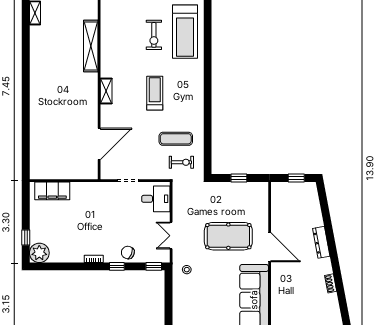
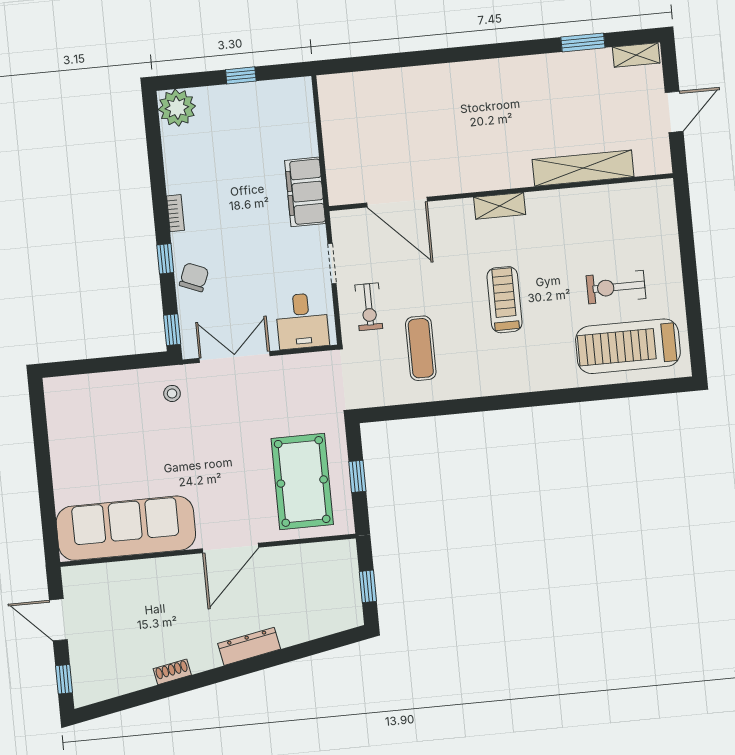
window: (26, 40) -> (583, 42), added
treadmill: (155, 93) -> (505, 300), turned -90
exercise bike: (181, 162) -> (369, 307), moved
filing cabinet: (52, 191) -> (305, 192), moved
double door: (171, 236) -> (235, 357), width x1.37
pool table: (228, 236) -> (302, 481), moved
window: (26, 238) -> (241, 75), moved

